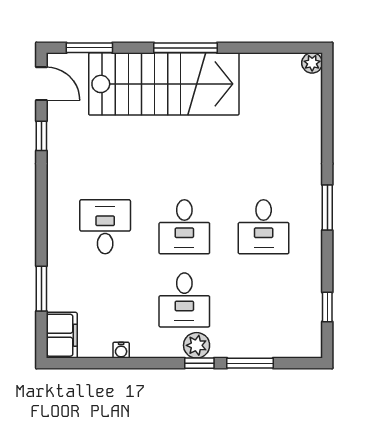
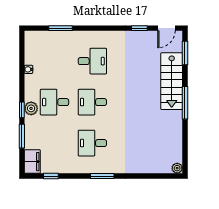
stairs: (164, 84) -> (172, 81), width x0.73, depth x0.66
filing cabinet: (62, 335) -> (32, 162), moved, turned -90

